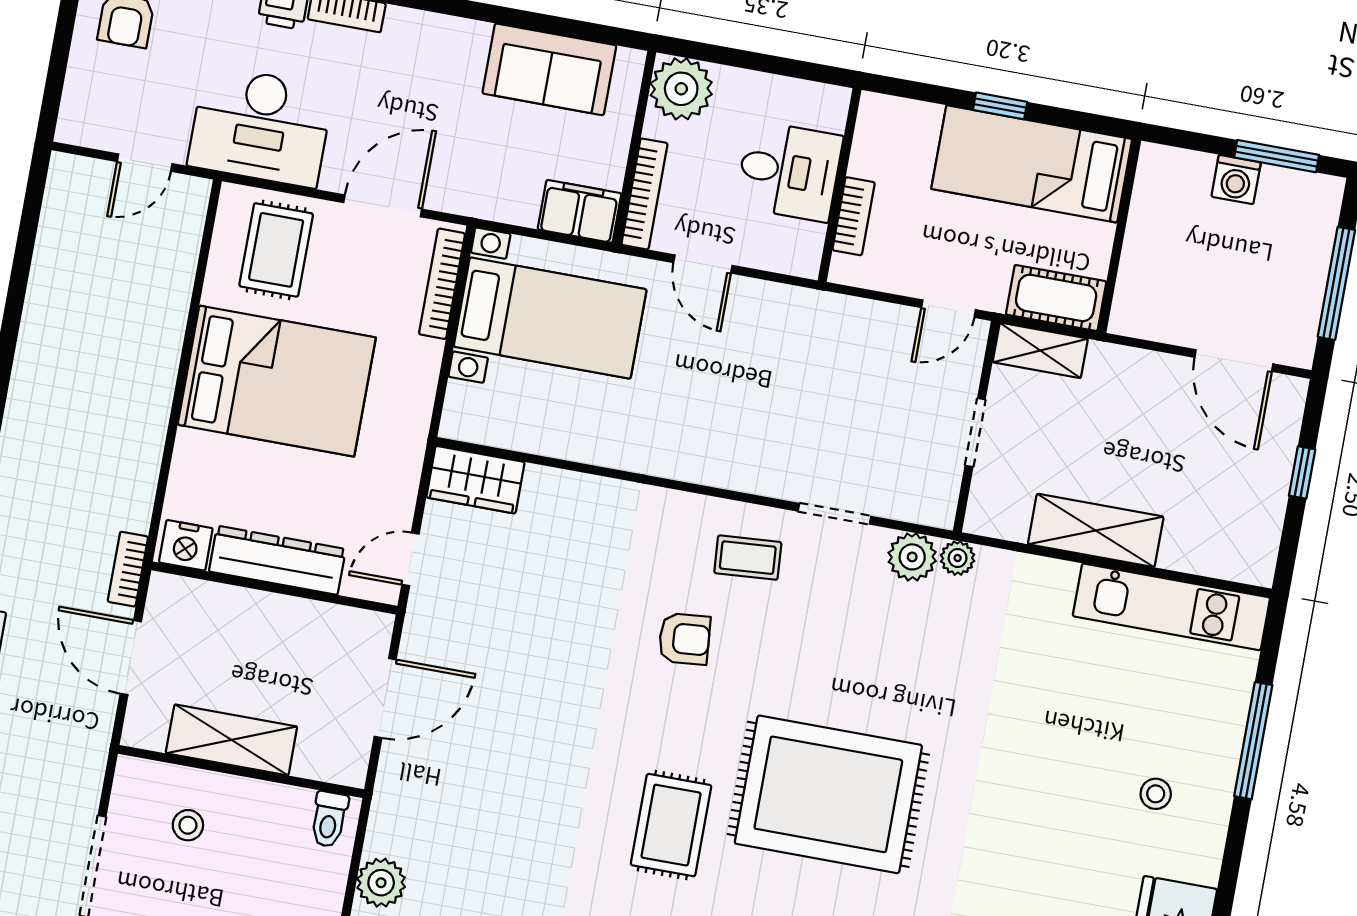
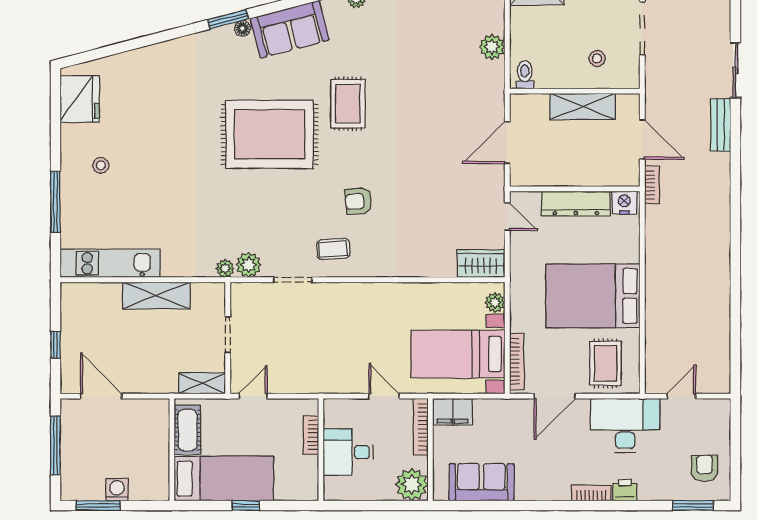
cot: (1056, 298) -> (188, 430), moved, turned 90
plant: (463, 402) -> (495, 302), added
door: (410, 559) -> (507, 216), hinge flipped

